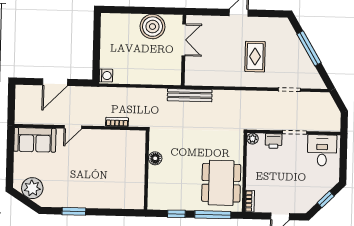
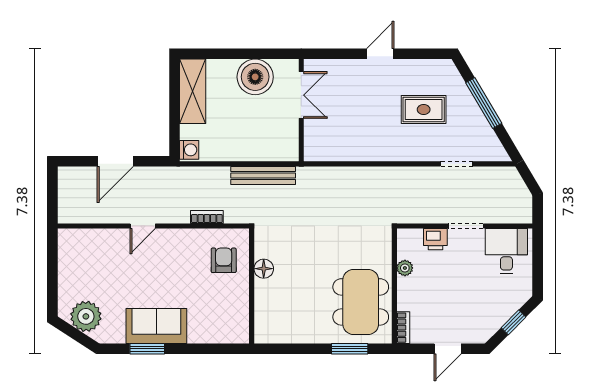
shelving: (109, 35) -> (193, 91), added
rug: (255, 57) -> (424, 110), moved, turned 90
bench: (190, 95) -> (263, 175), moved
plant: (253, 139) -> (405, 268), moved
sofa: (35, 140) -> (156, 326), moved, turned 180
armchair: (128, 152) -> (224, 260), added
window: (176, 214) -> (297, 349), removed
window: (213, 215) -> (350, 349), width x0.69

